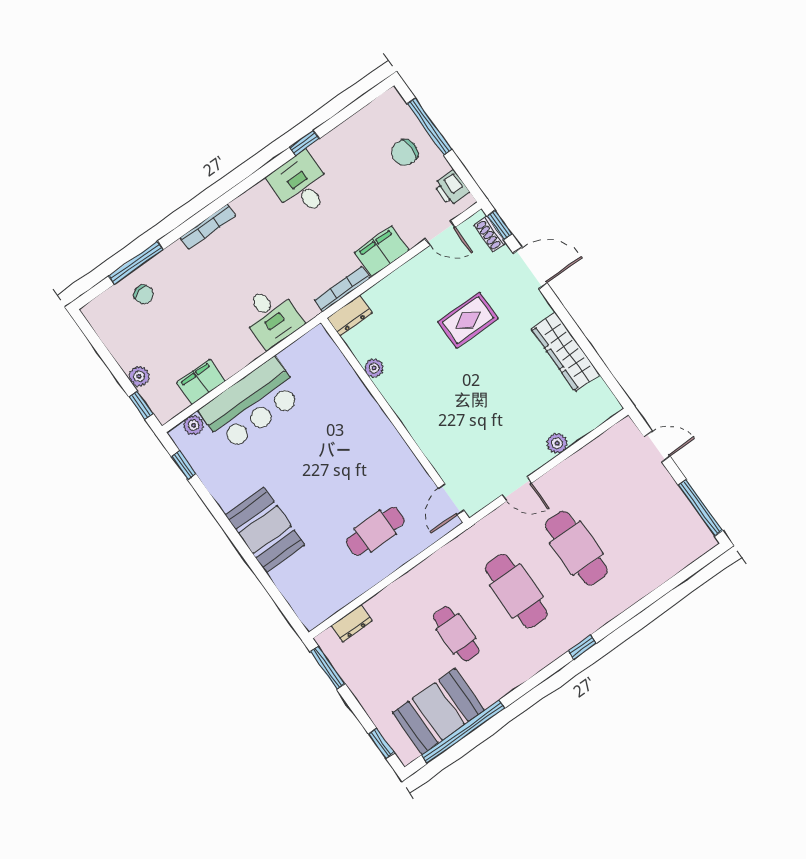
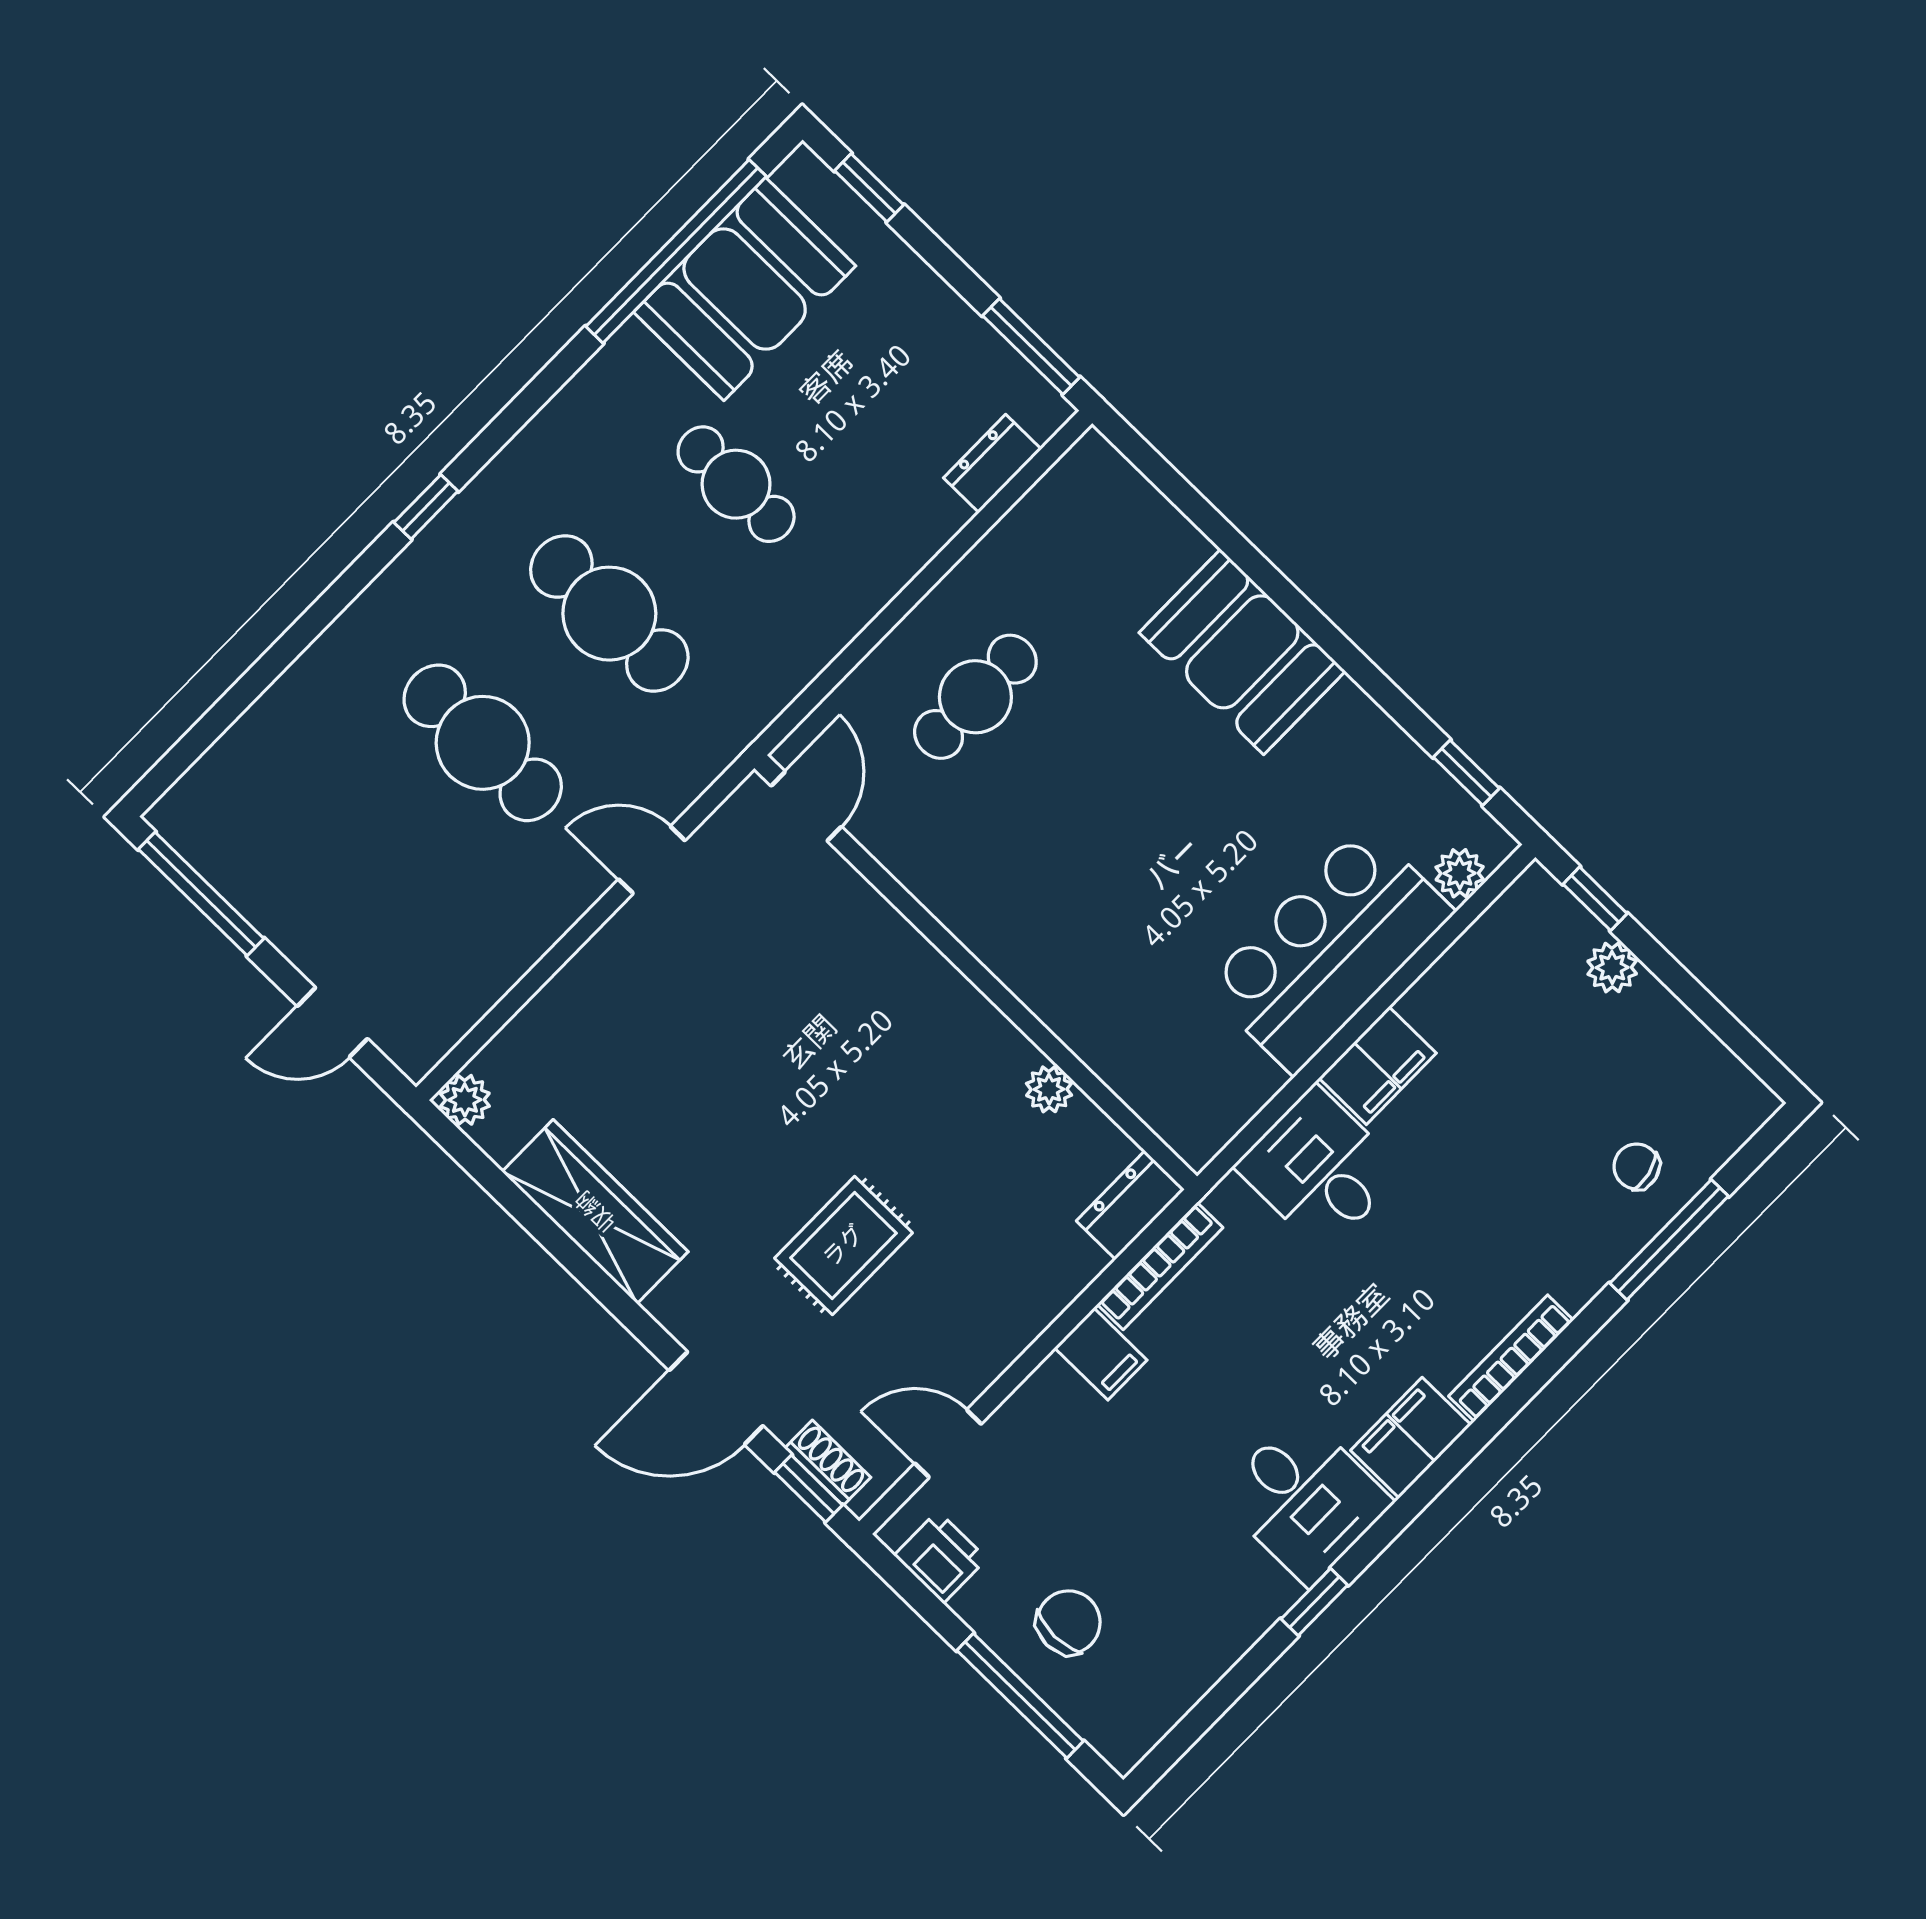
filing cabinet: (254, 202) -> (1411, 1438), added
filing cabinet: (382, 251) -> (1101, 1354), width x0.50
filing cabinet: (201, 382) -> (1377, 1066), moved
plant: (557, 443) -> (465, 1100), moved

